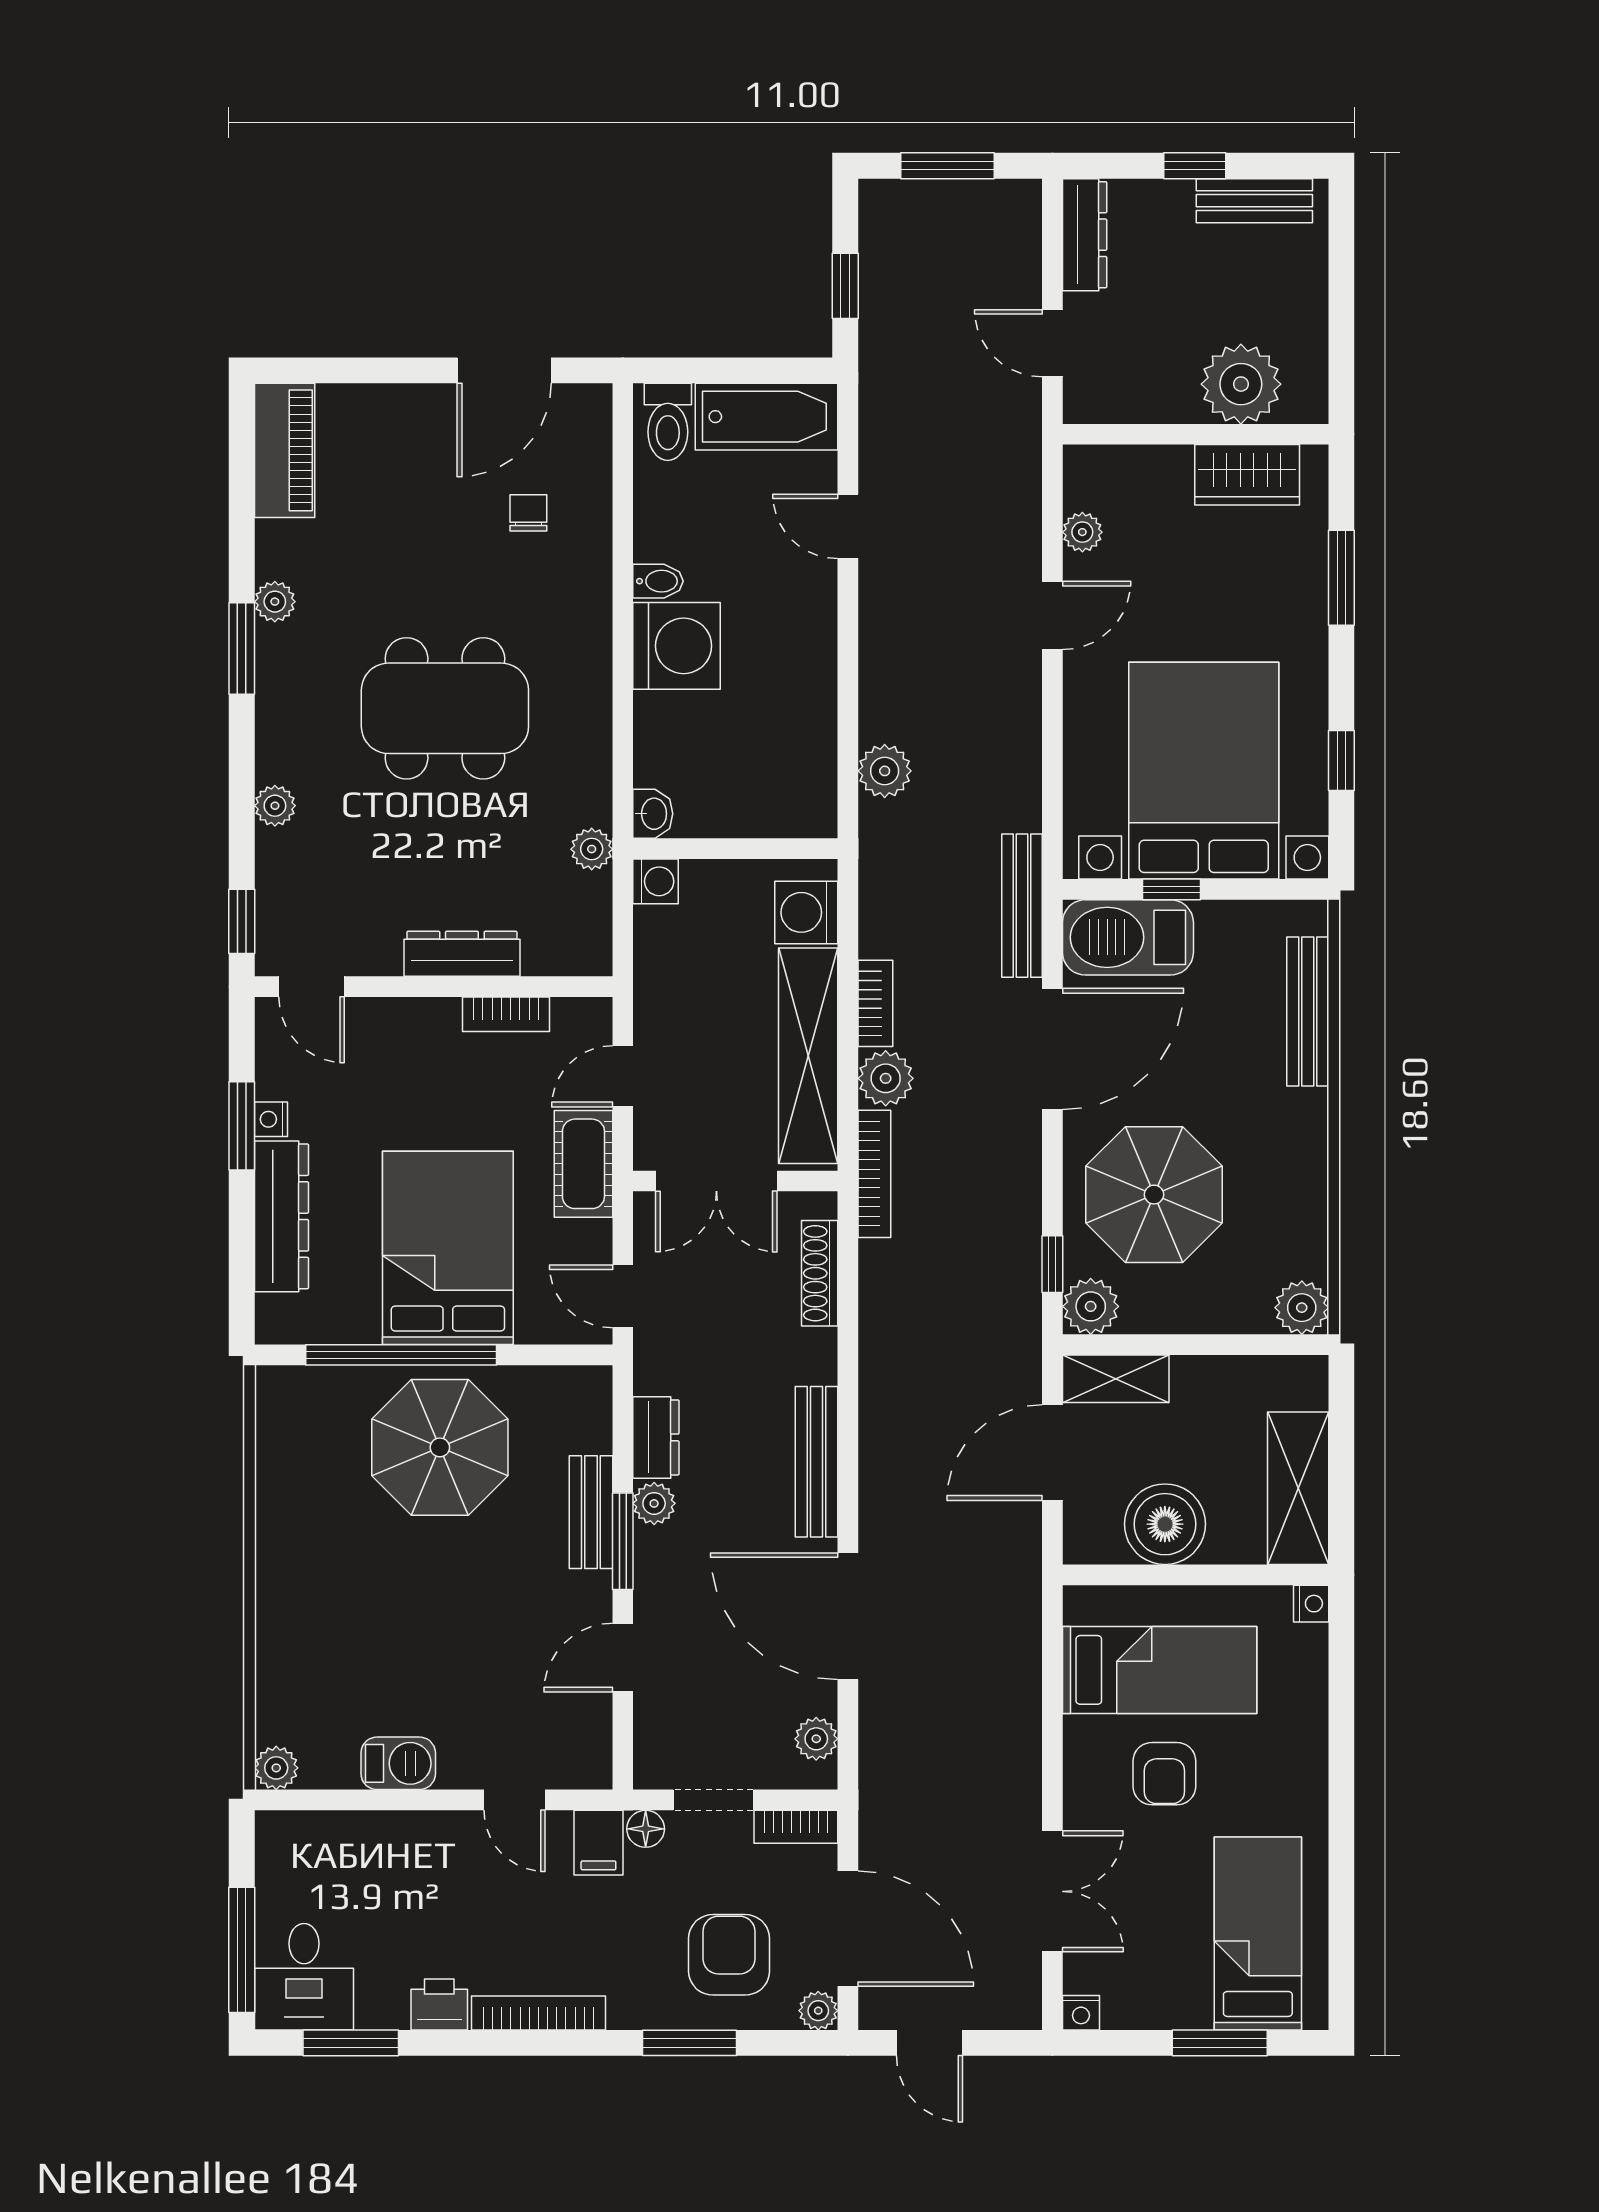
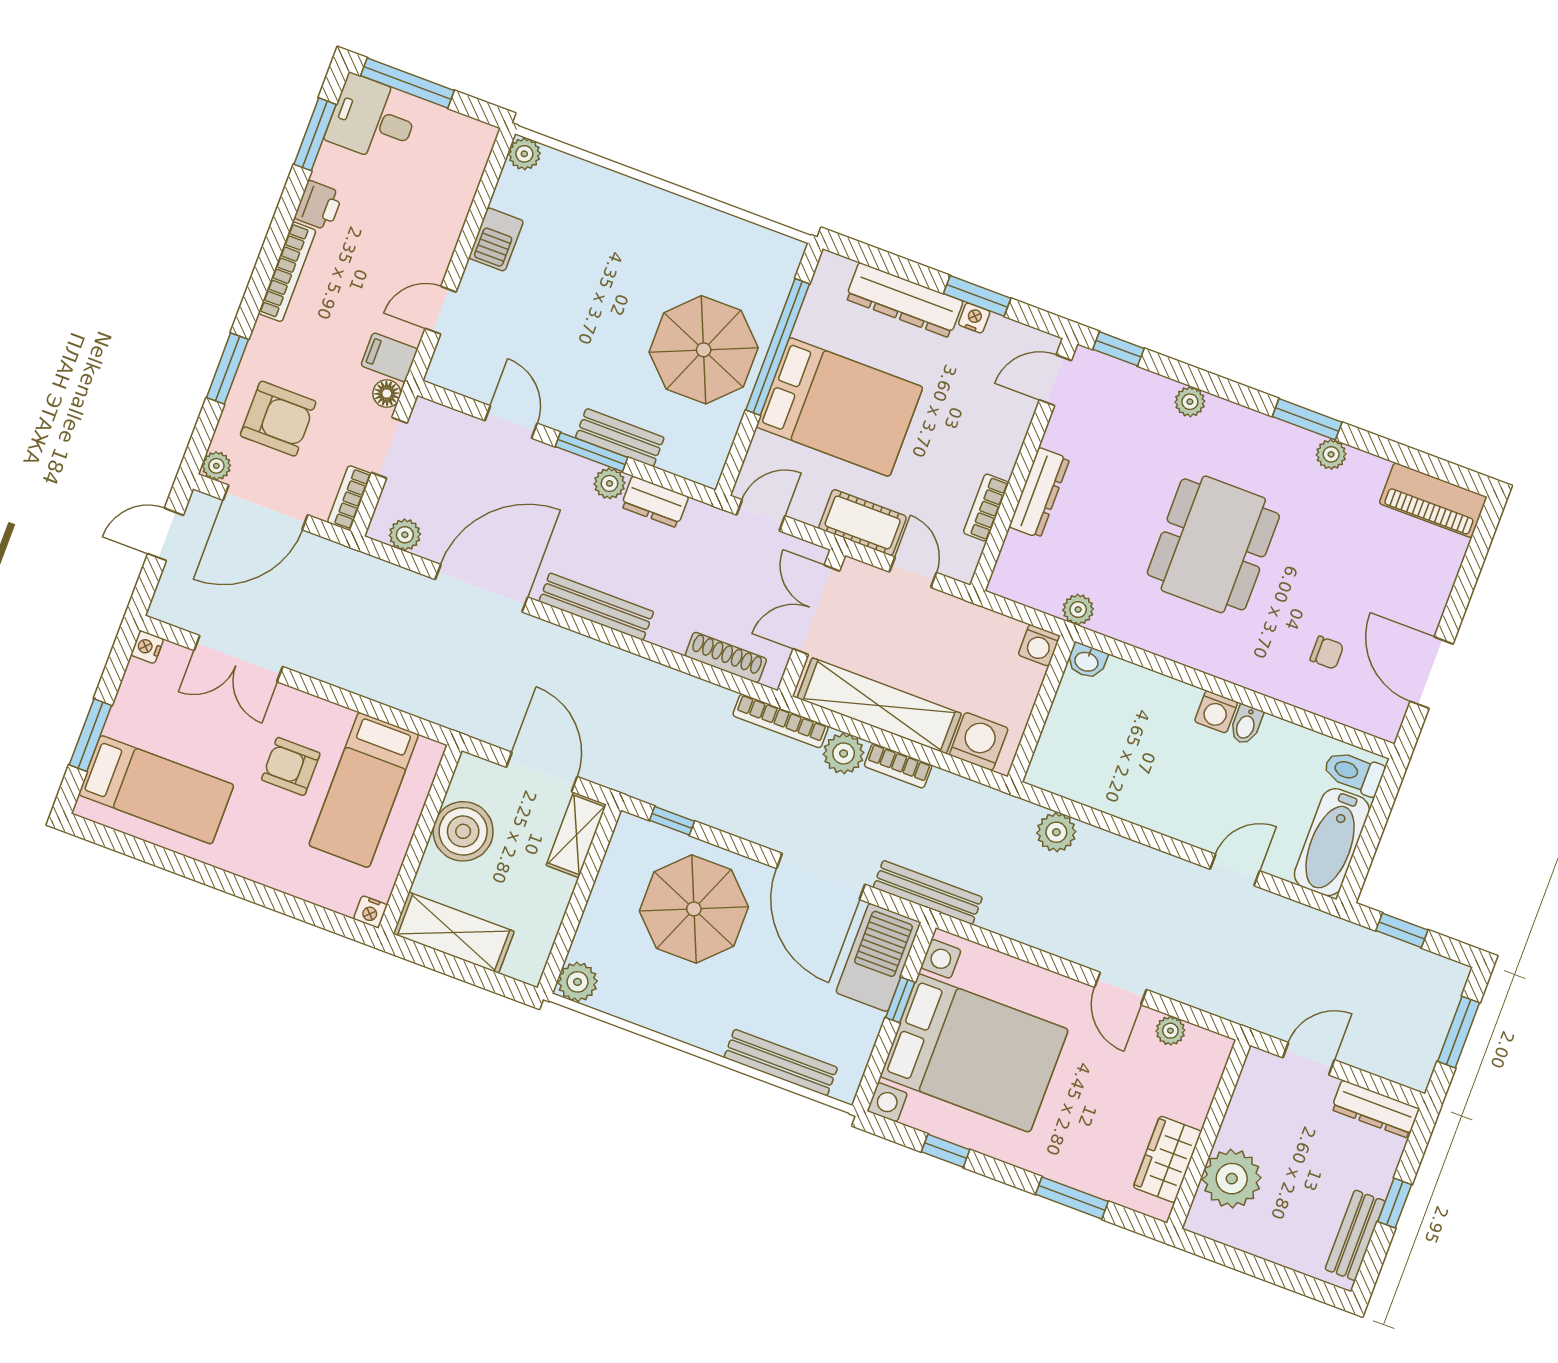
washing machine: (677, 646) -> (1216, 712), width x0.53, depth x0.53
plant: (1091, 1306) -> (633, 836), removed

